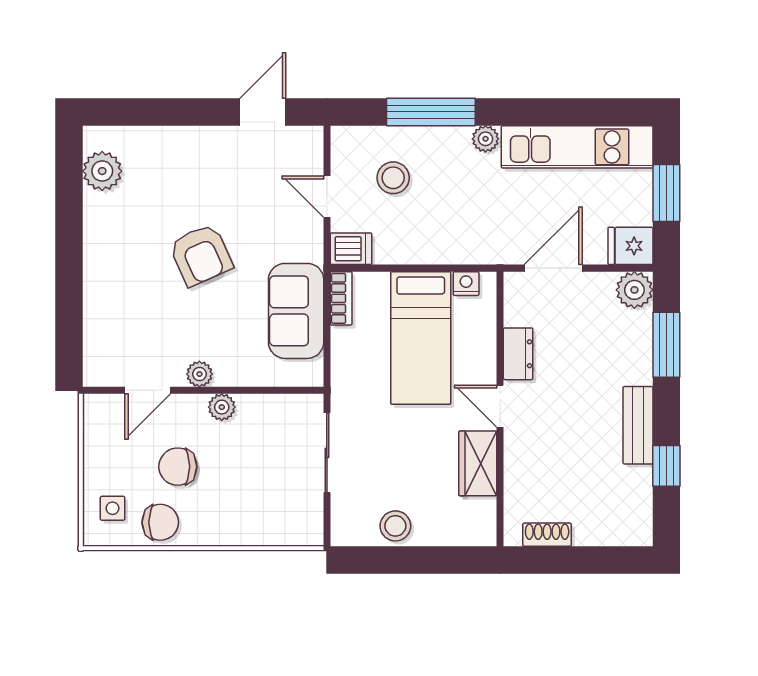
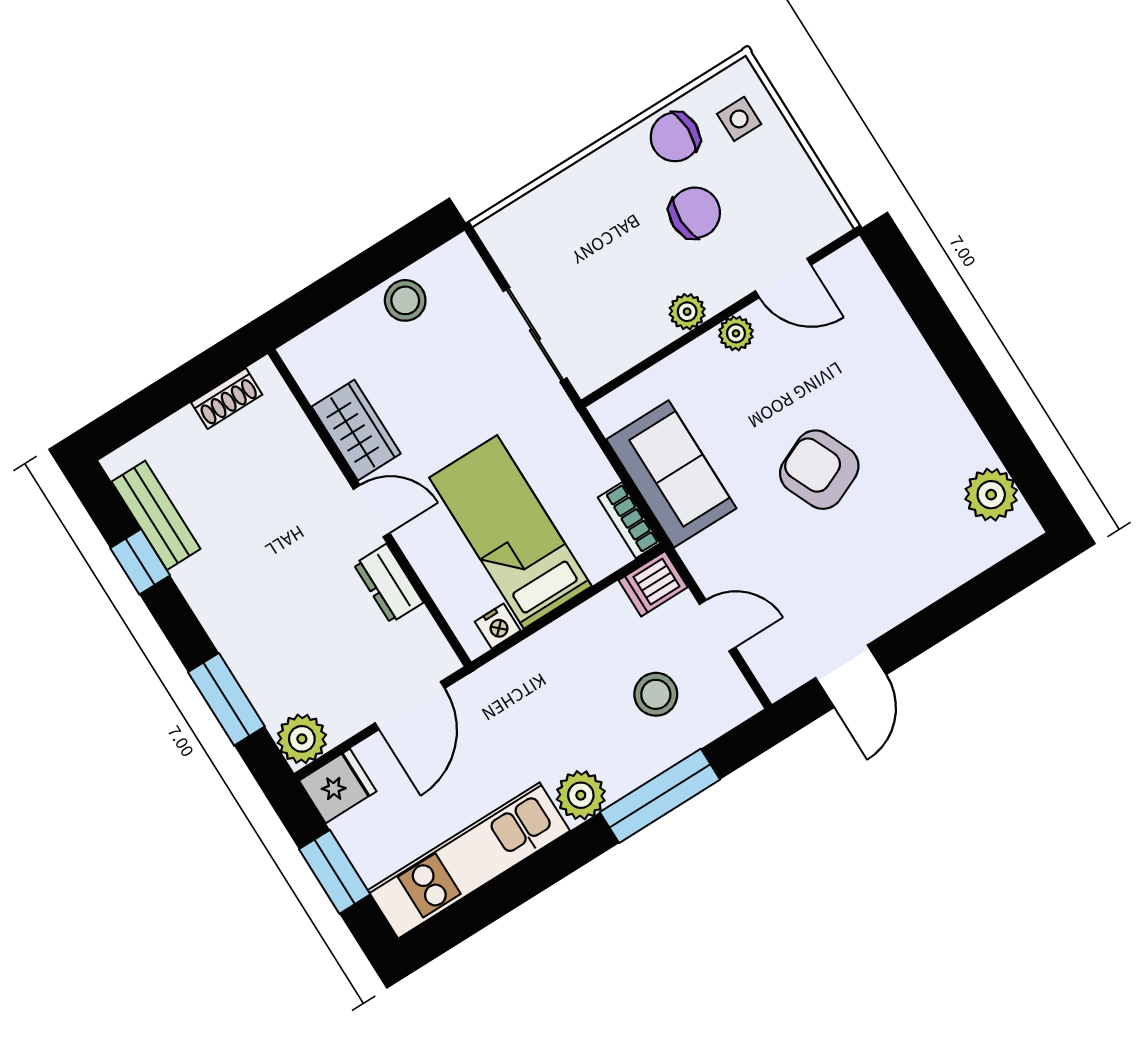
plant: (485, 139) -> (581, 795), width x1.38, depth x1.38
door: (148, 390) -> (783, 278), swing flipped
bench: (638, 425) -> (156, 515), moved

